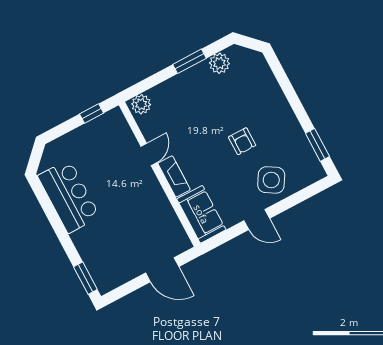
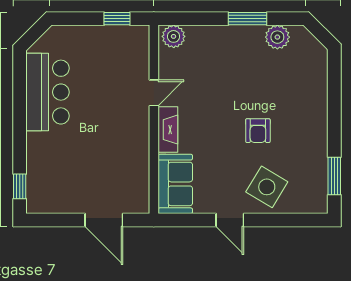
window: (85, 278) -> (20, 186), width x0.67

